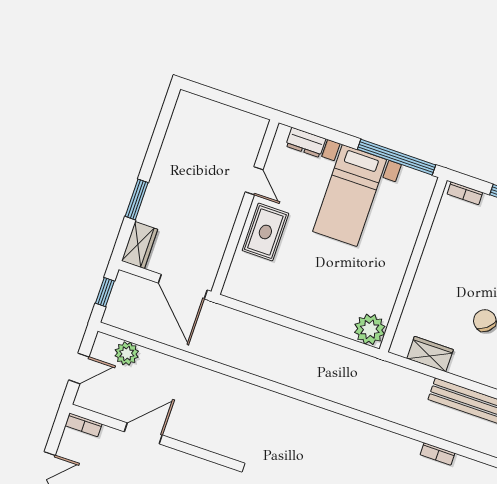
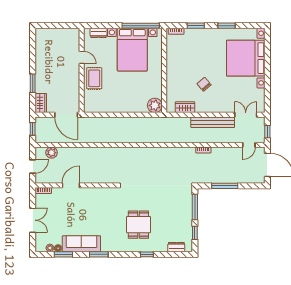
bed with nightstands: (350, 195) -> (132, 50), width x1.36

